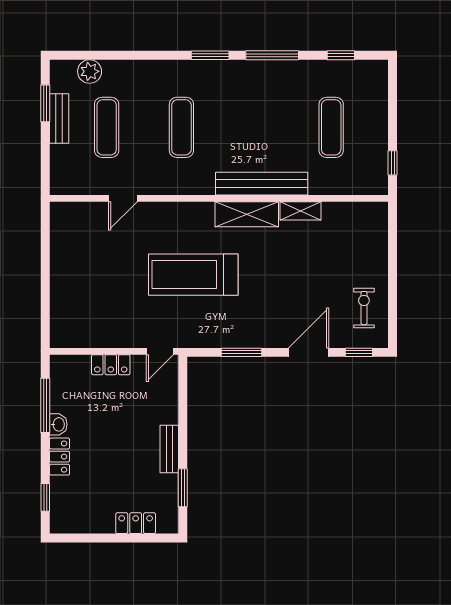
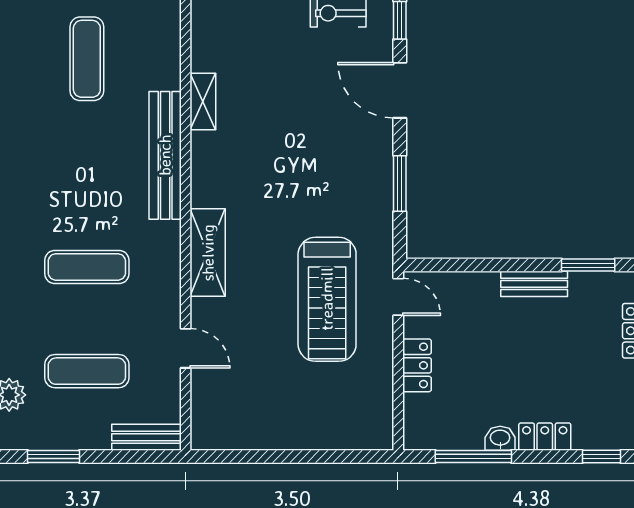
bench: (59, 119) -> (146, 437), moved
exercise mat: (331, 127) -> (87, 59), turned 90
shelving: (247, 214) -> (208, 253), moved
treadmill: (193, 275) -> (327, 299), moved

